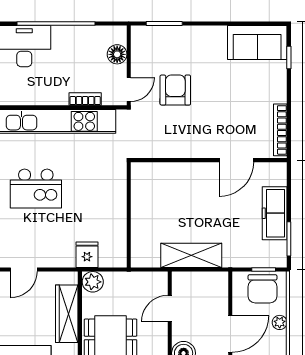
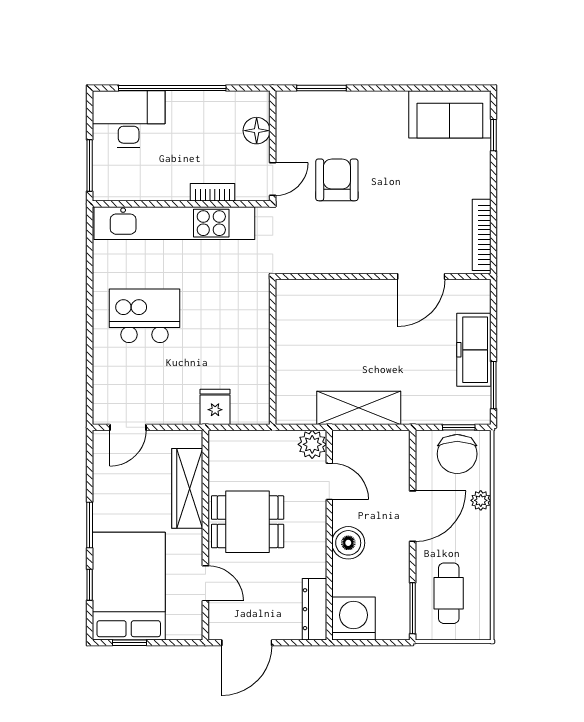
kitchen island: (36, 189) -> (145, 316), turned 180
plant: (93, 282) -> (312, 444), moved
door: (170, 309) -> (329, 481), swing flipped

